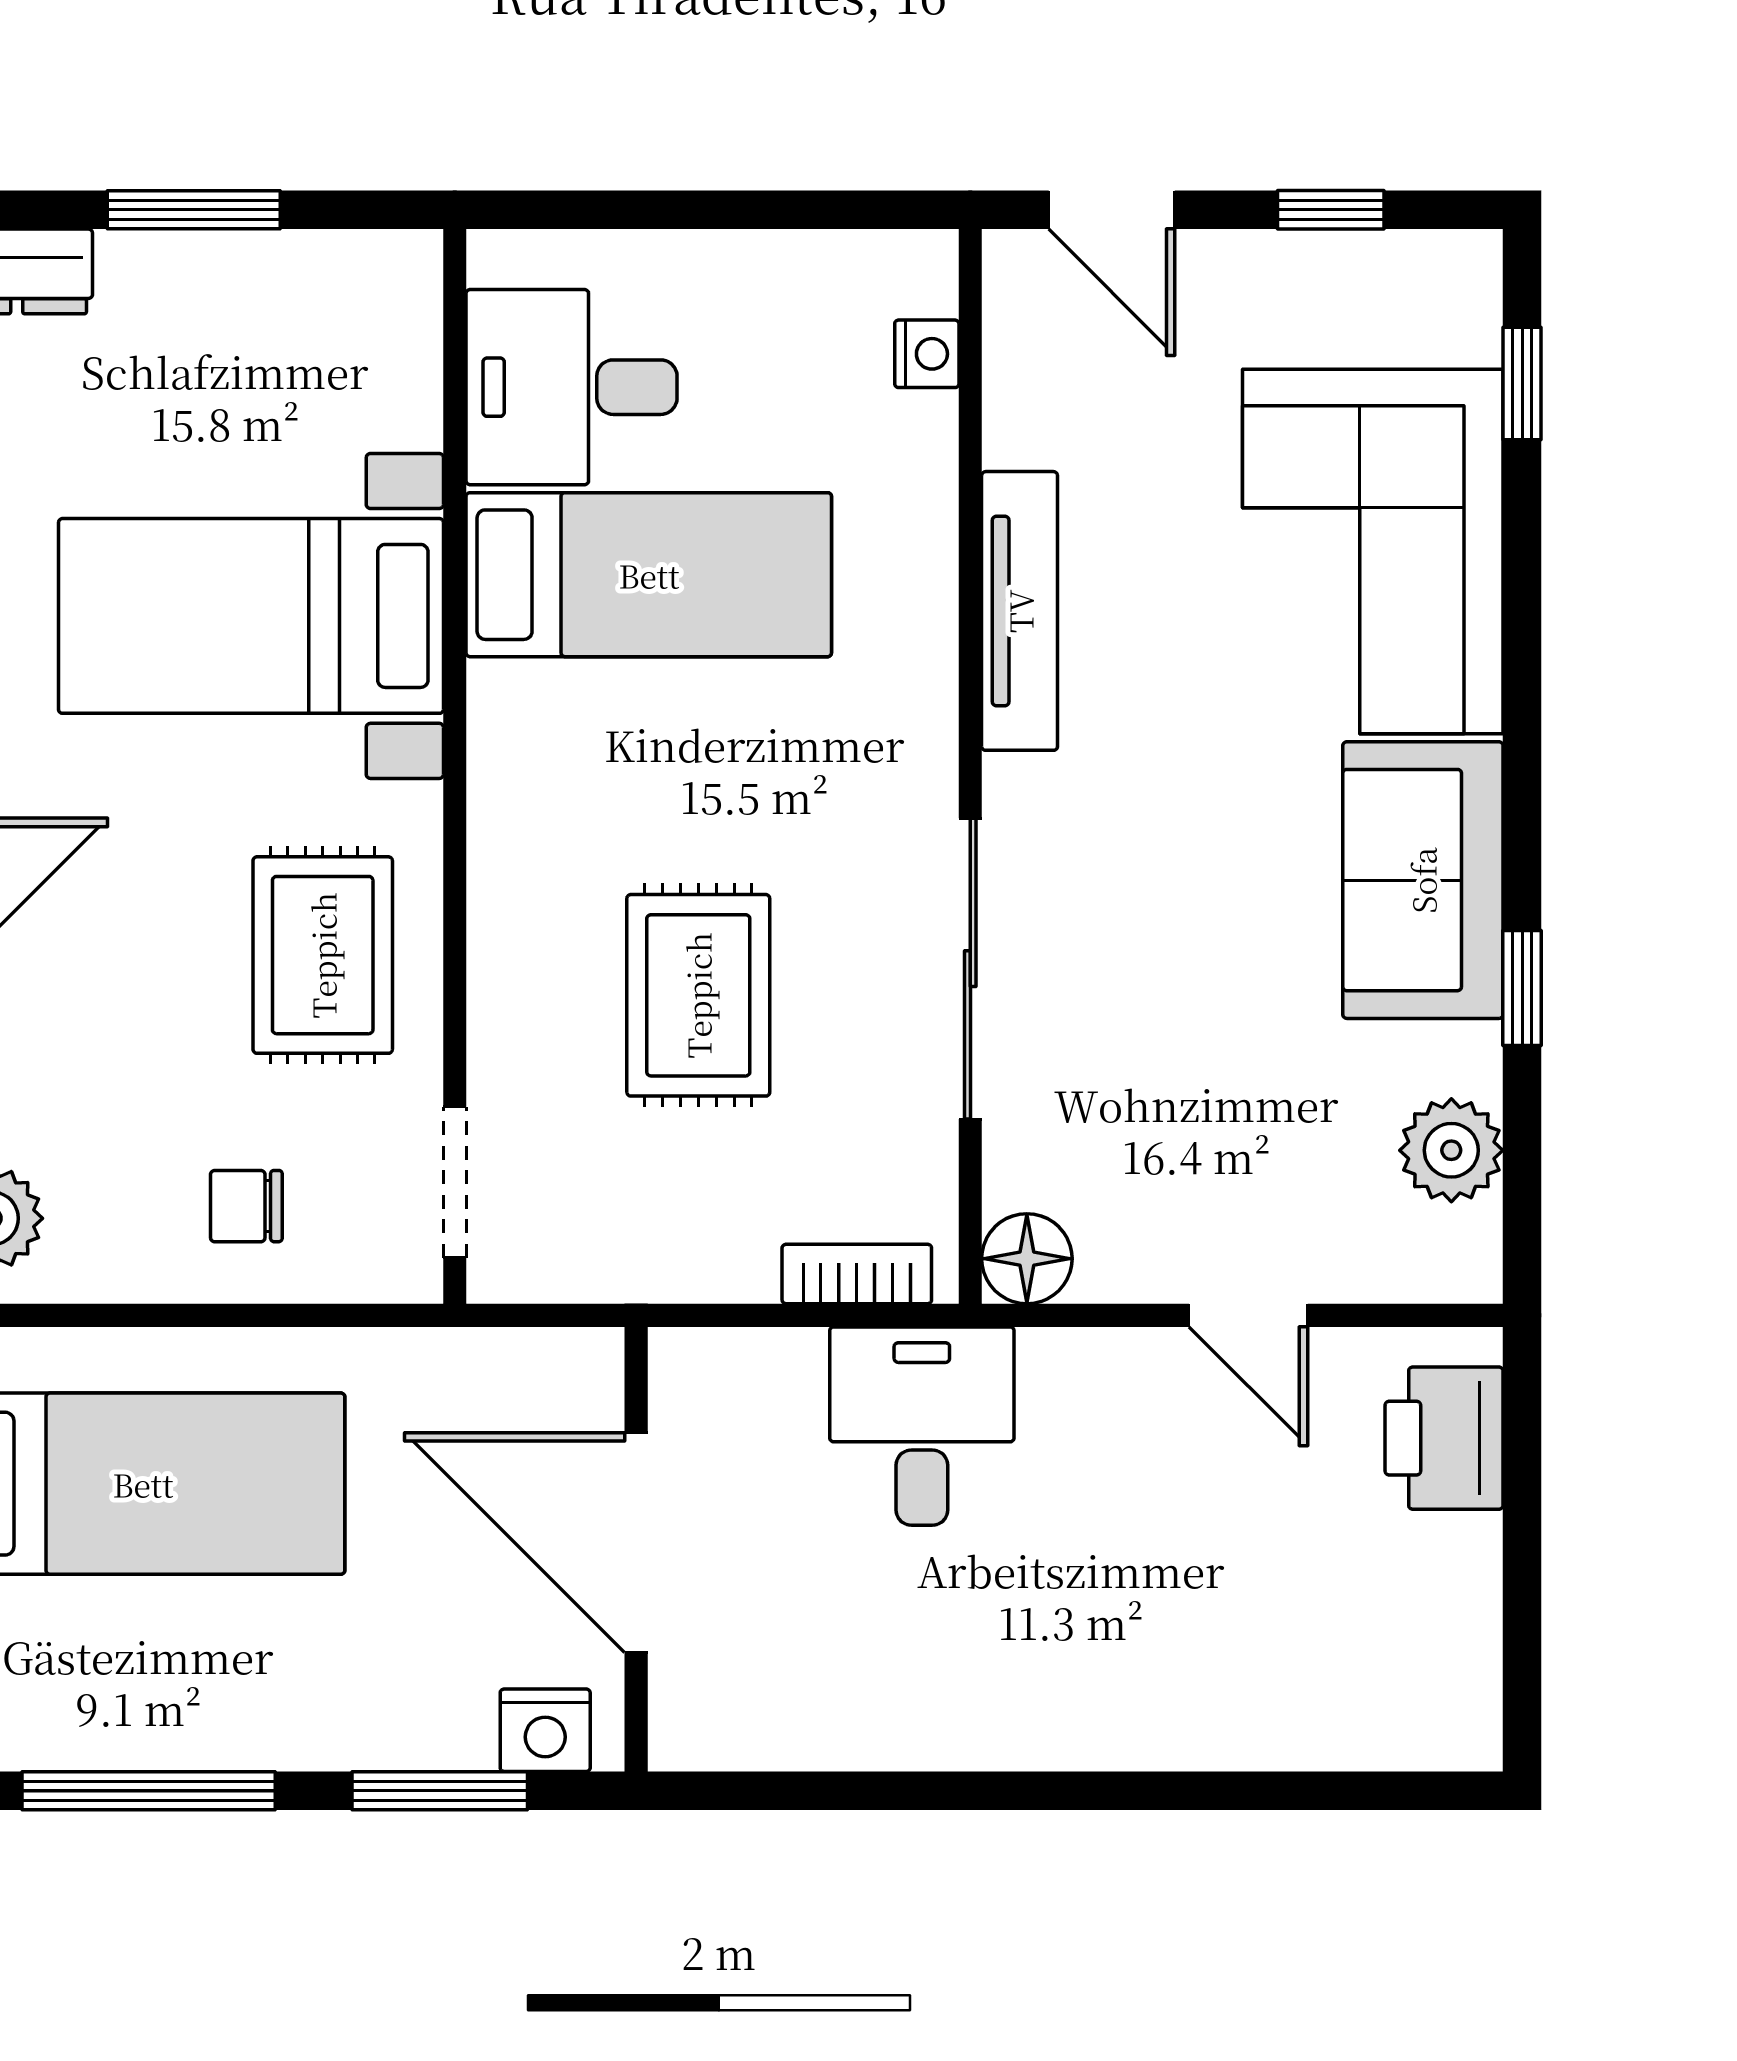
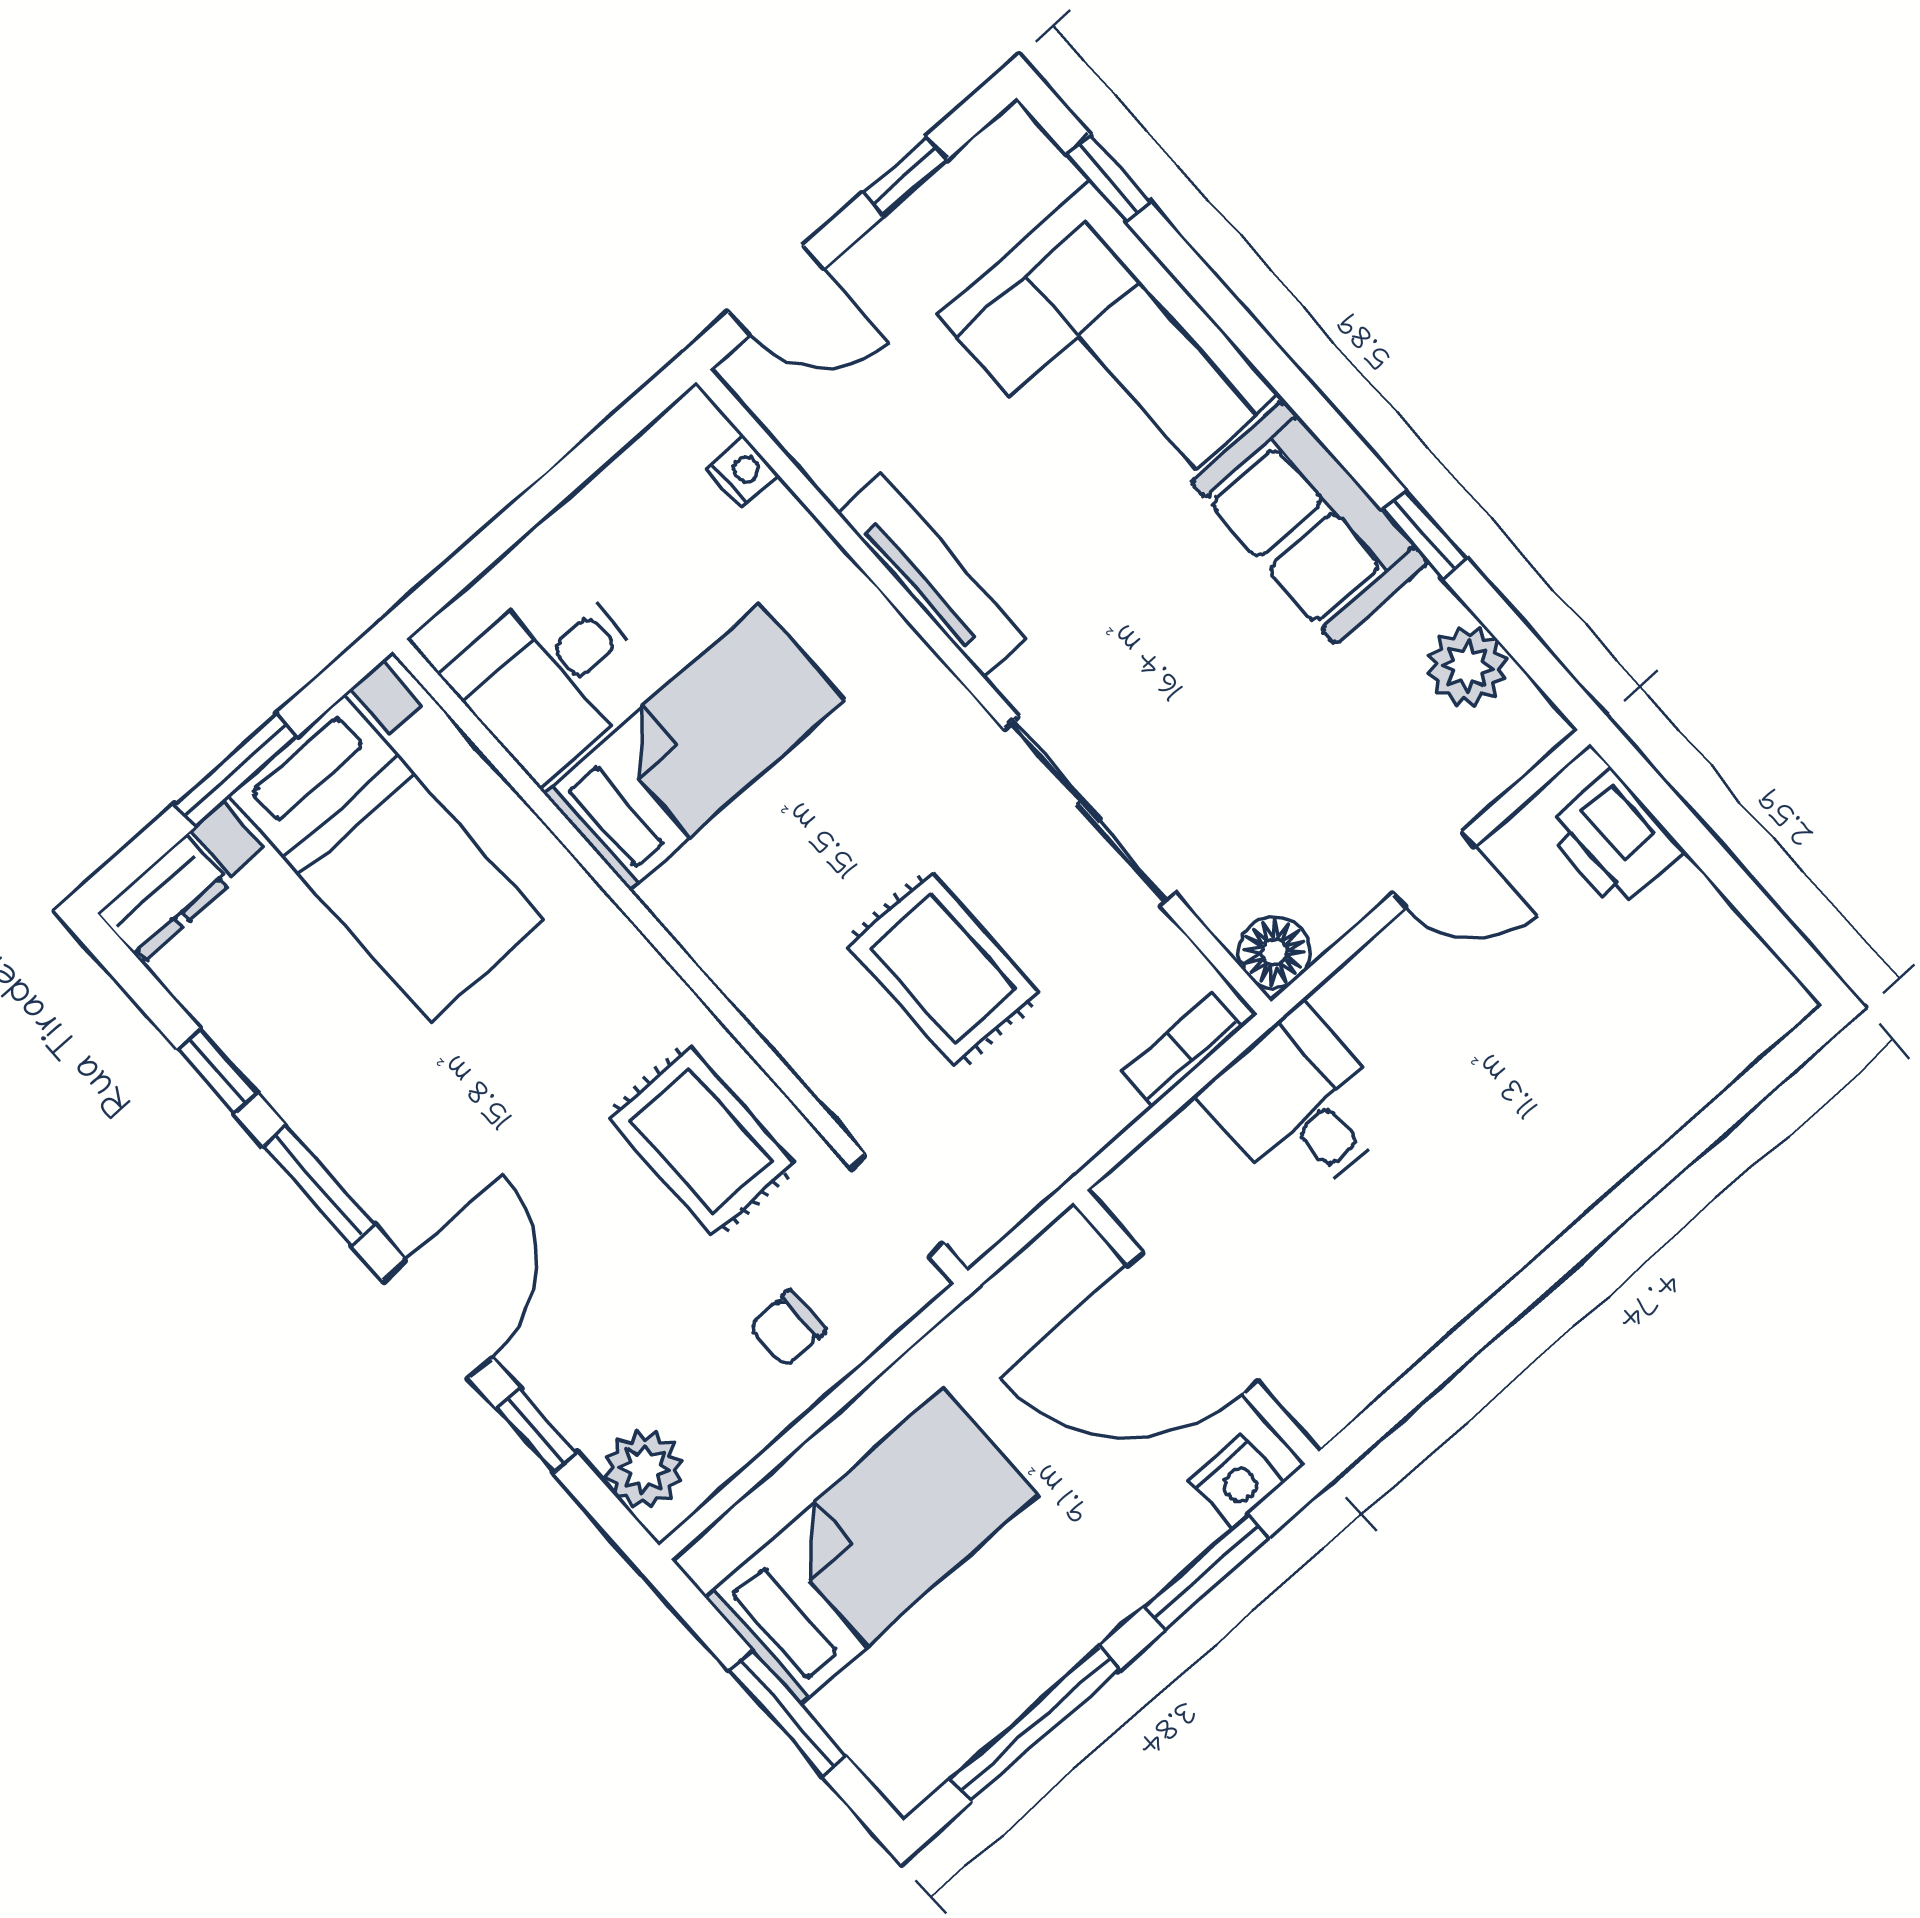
bed with nightstands: (251, 616) -> (387, 859), moved, turned -90

